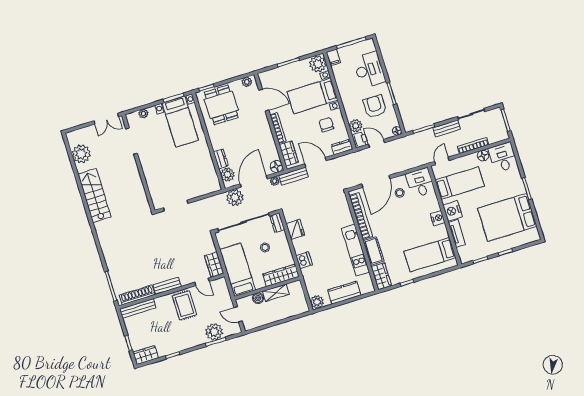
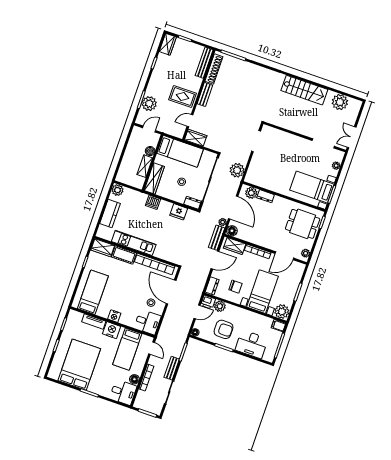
plant: (235, 198) -> (237, 170), moved

